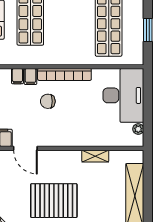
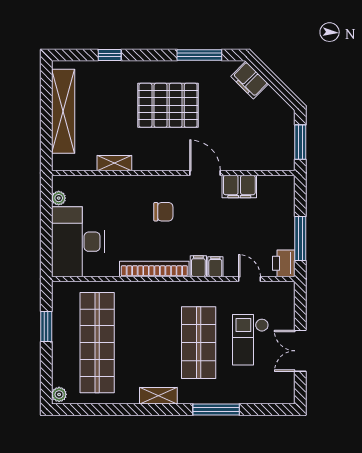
chair: (48, 101) -> (163, 212), moved

